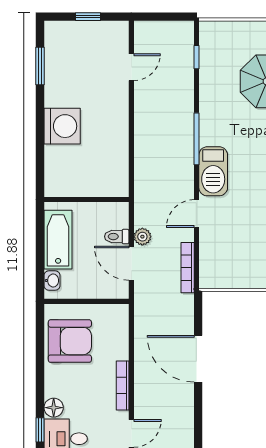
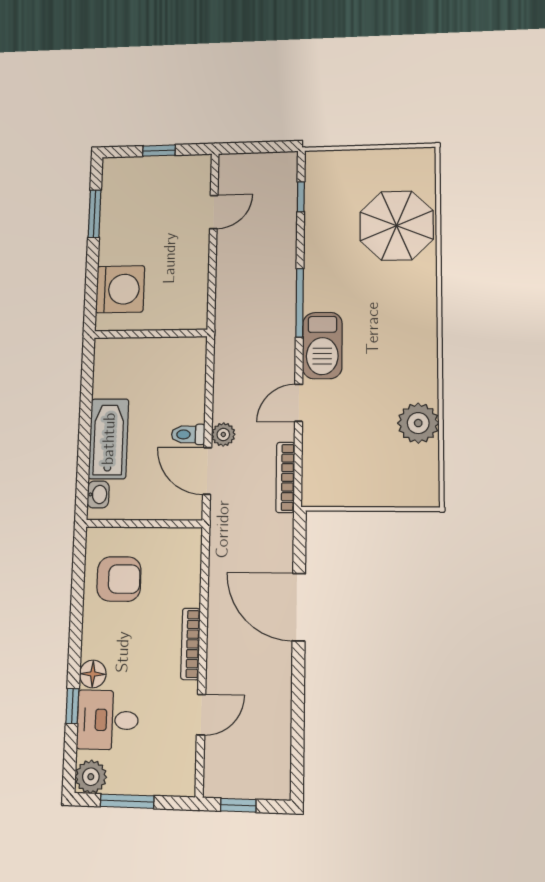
wall: (86, 200) -> (151, 334), moved
armchair: (70, 341) -> (119, 579), width x0.73, depth x0.73

